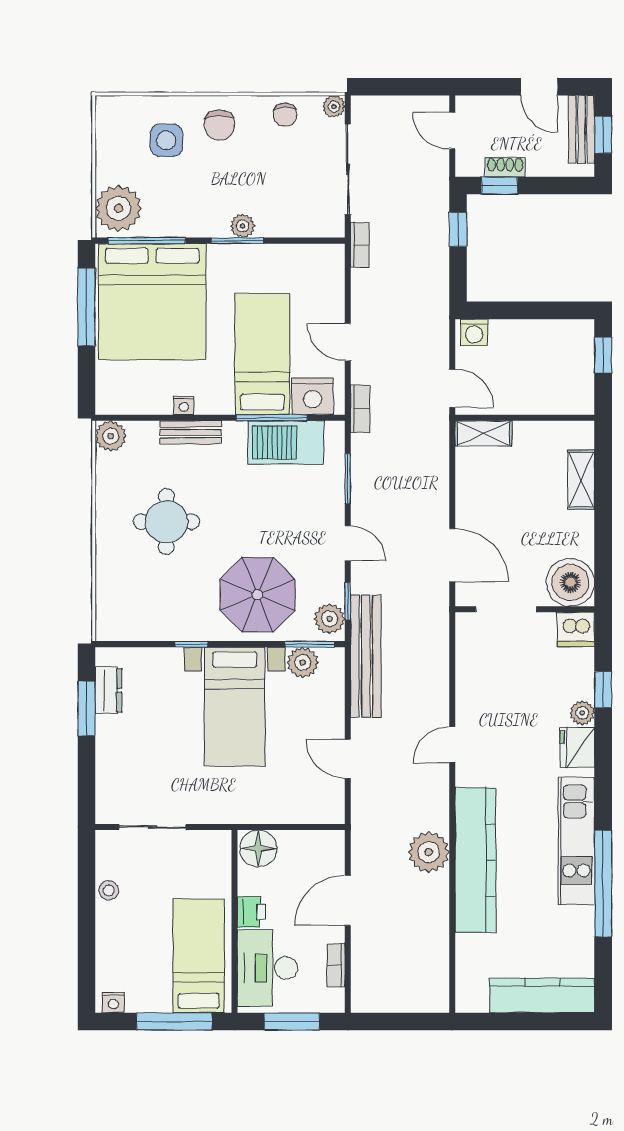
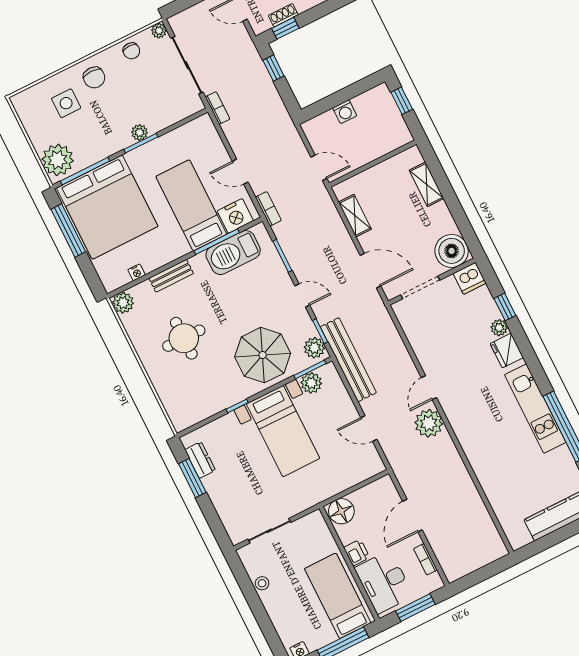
washing machine: (474, 332) -> (345, 112), moved
nightstand: (184, 405) -> (137, 272), moved
shelving: (483, 433) -> (355, 216), moved, turned 90
plant: (429, 852) -> (429, 423), moved
kitchen counter: (475, 860) -> (479, 451), removed

